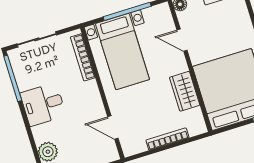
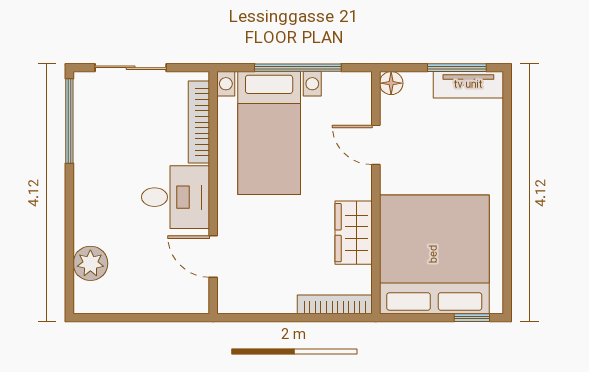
desk: (43, 104) -> (176, 197), moved, turned 180
bookcase: (167, 139) -> (335, 304), moved

